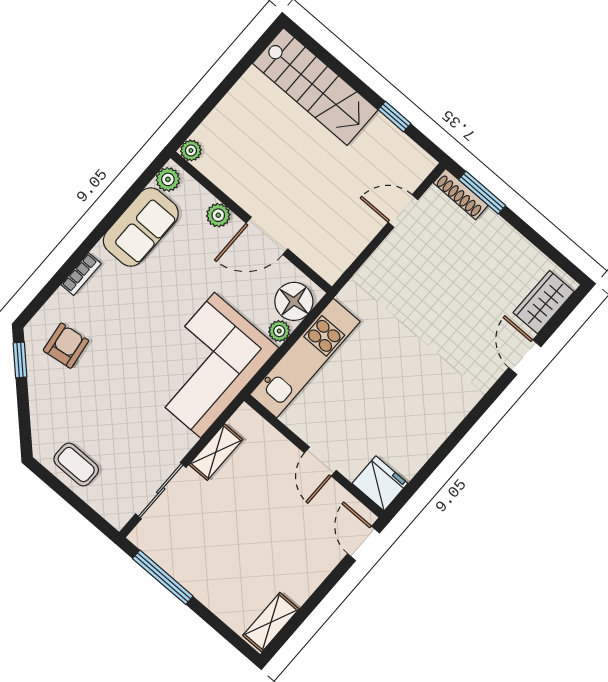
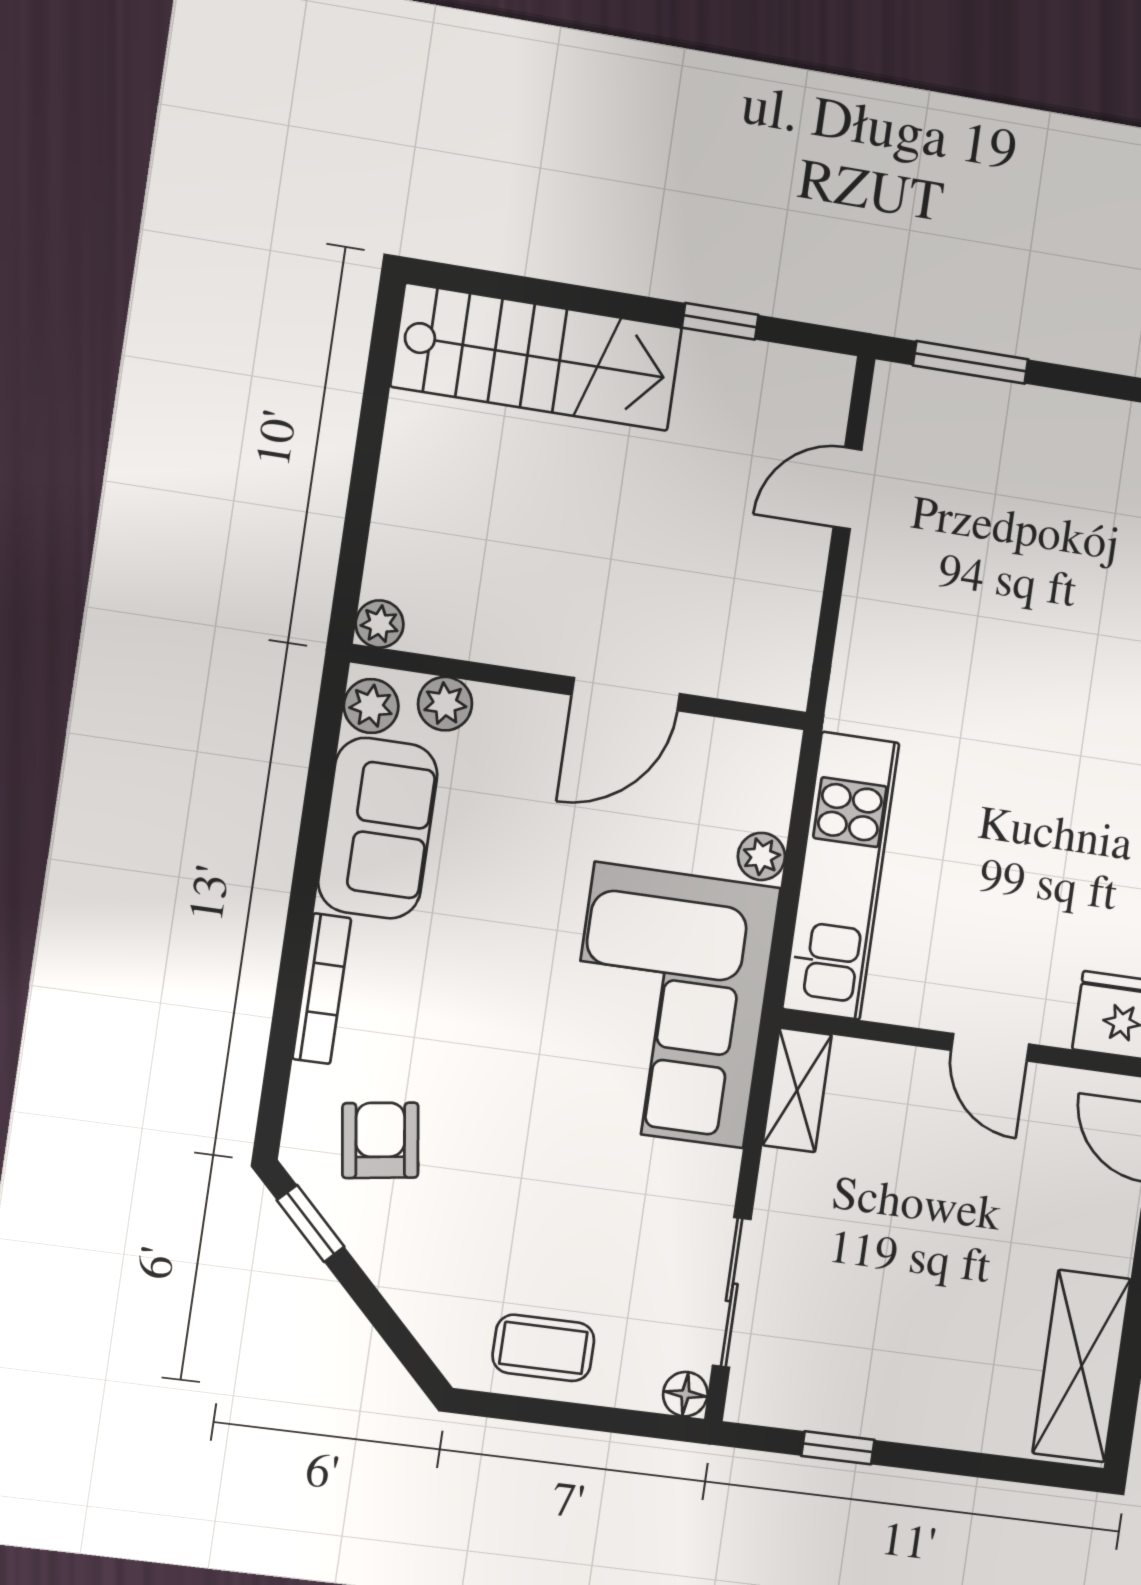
shoe rack: (461, 194) -> (933, 390), removed
plant: (218, 215) -> (445, 704), moved
bookcase: (81, 274) -> (322, 989), width x1.56
floor lamp: (294, 301) -> (685, 1394), moved, width x0.53, depth x0.53
shelving: (216, 452) -> (797, 1090), moved
window: (163, 577) -> (838, 1448), width x0.46
shelving: (271, 622) -> (1082, 1366), width x1.50, depth x1.33

